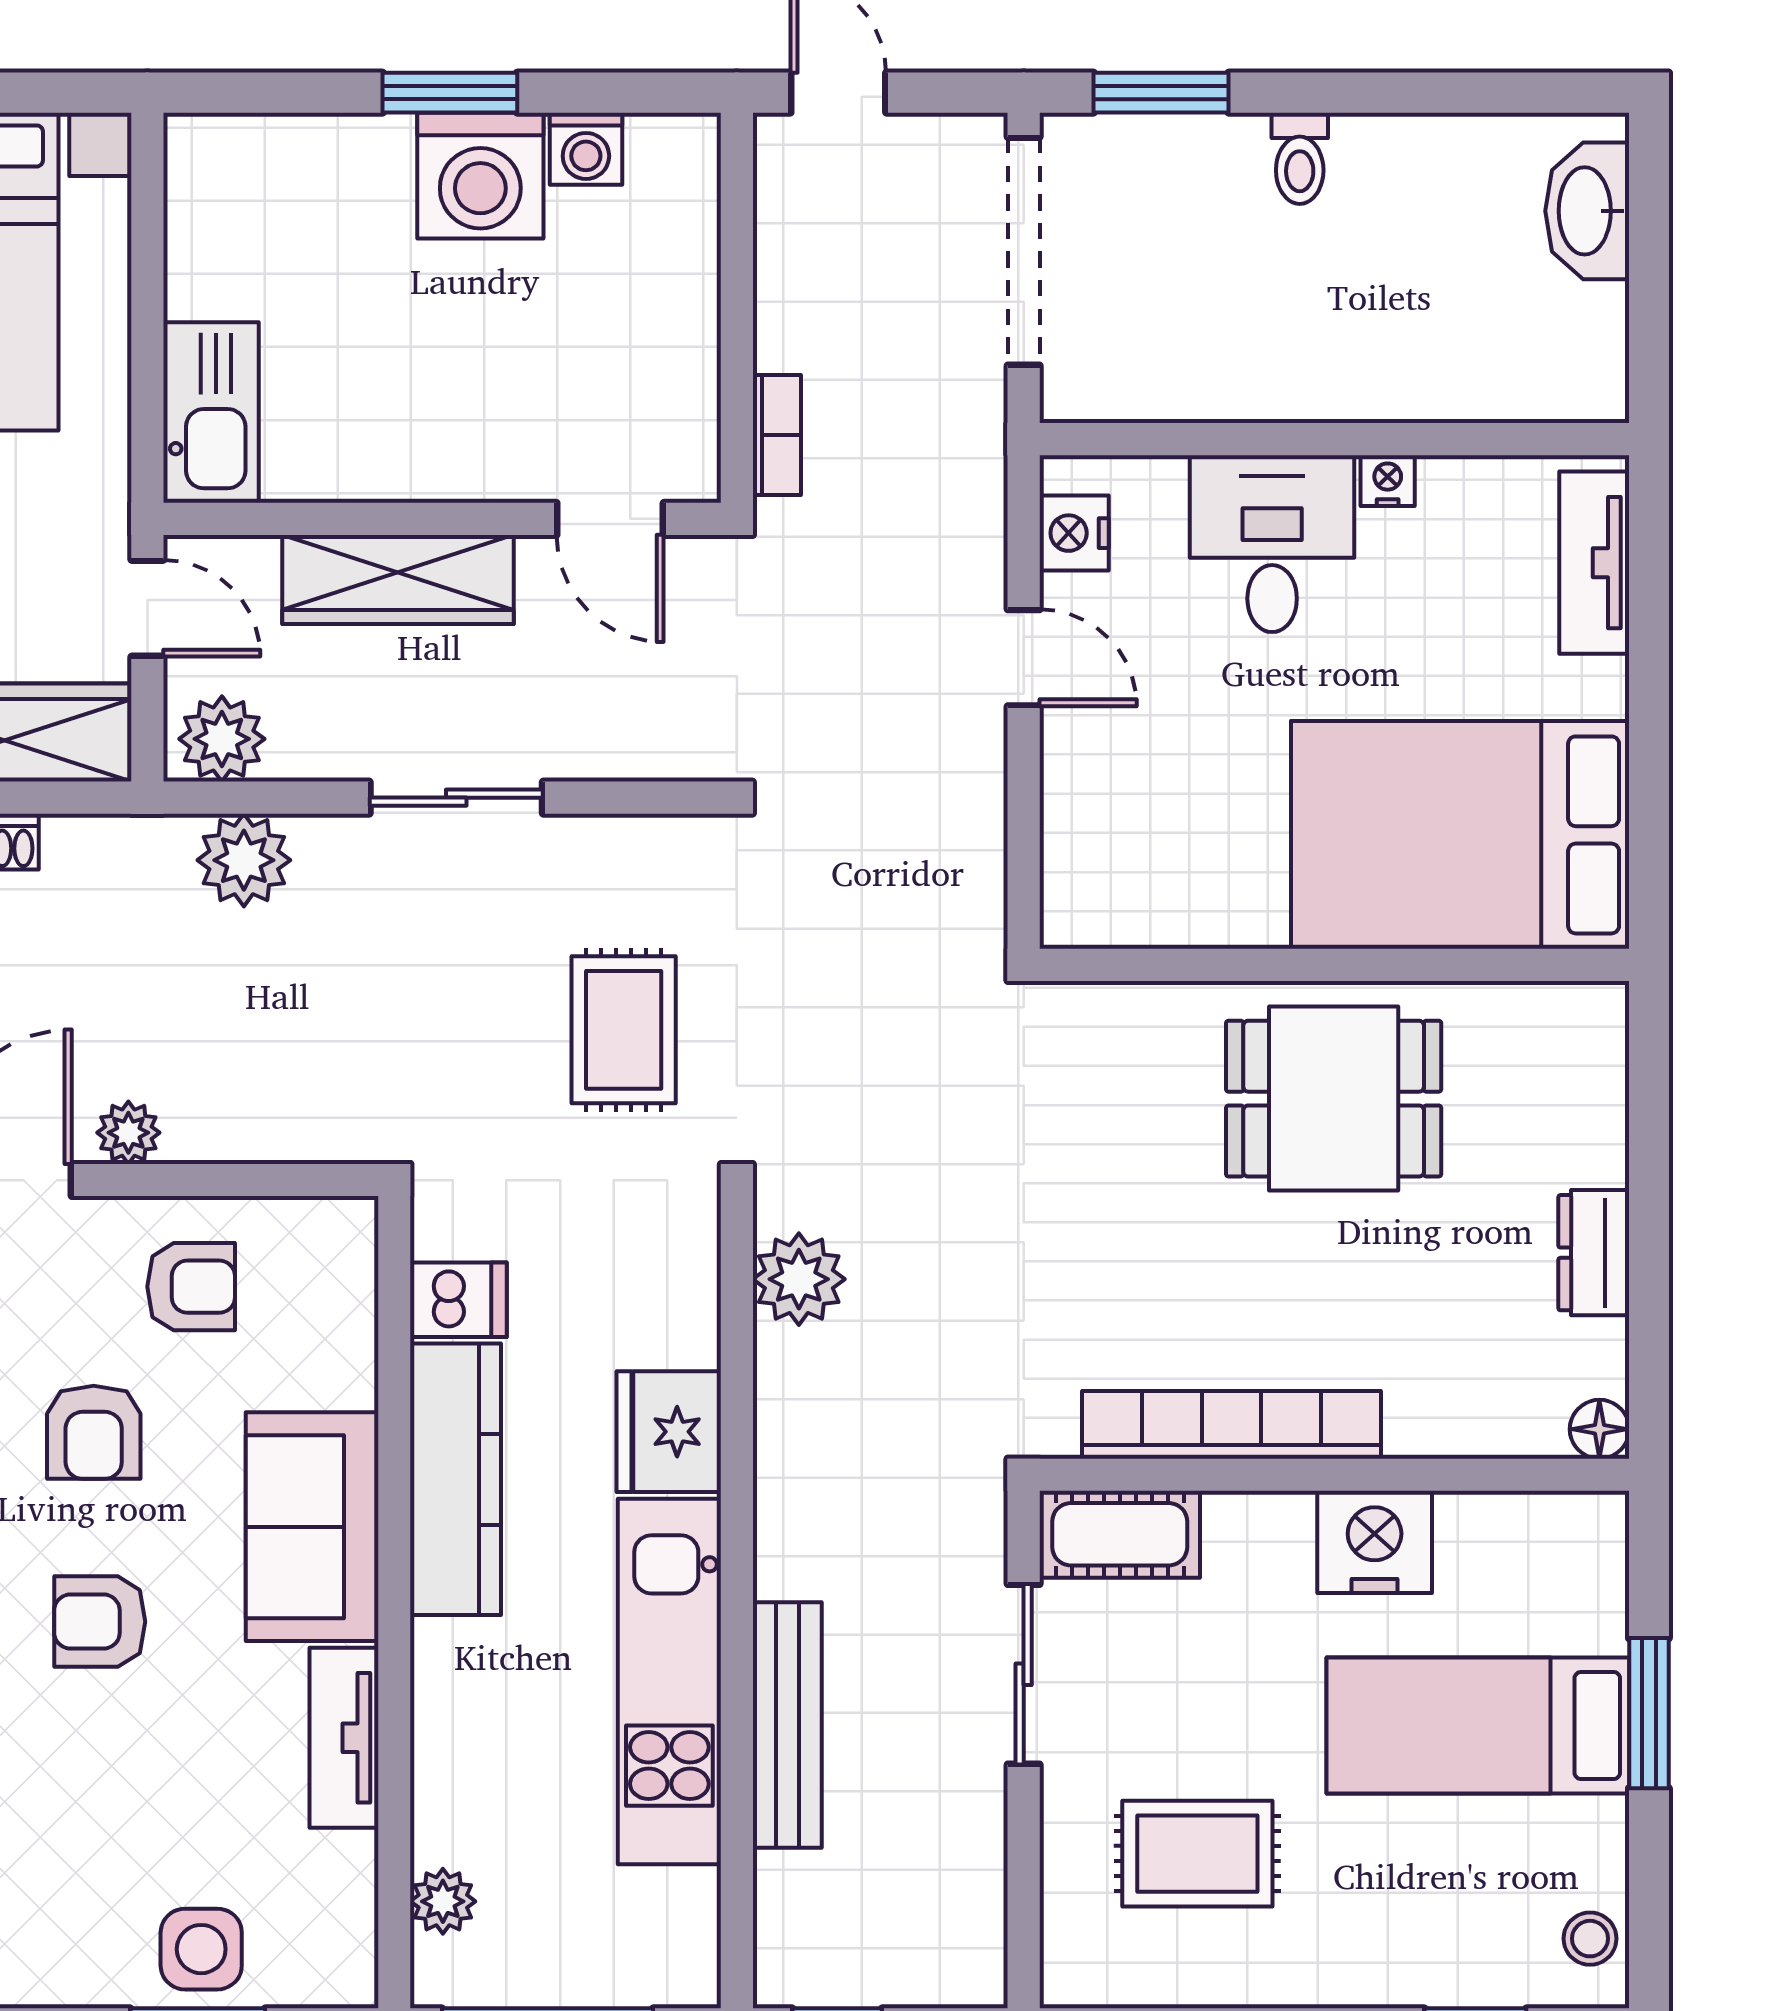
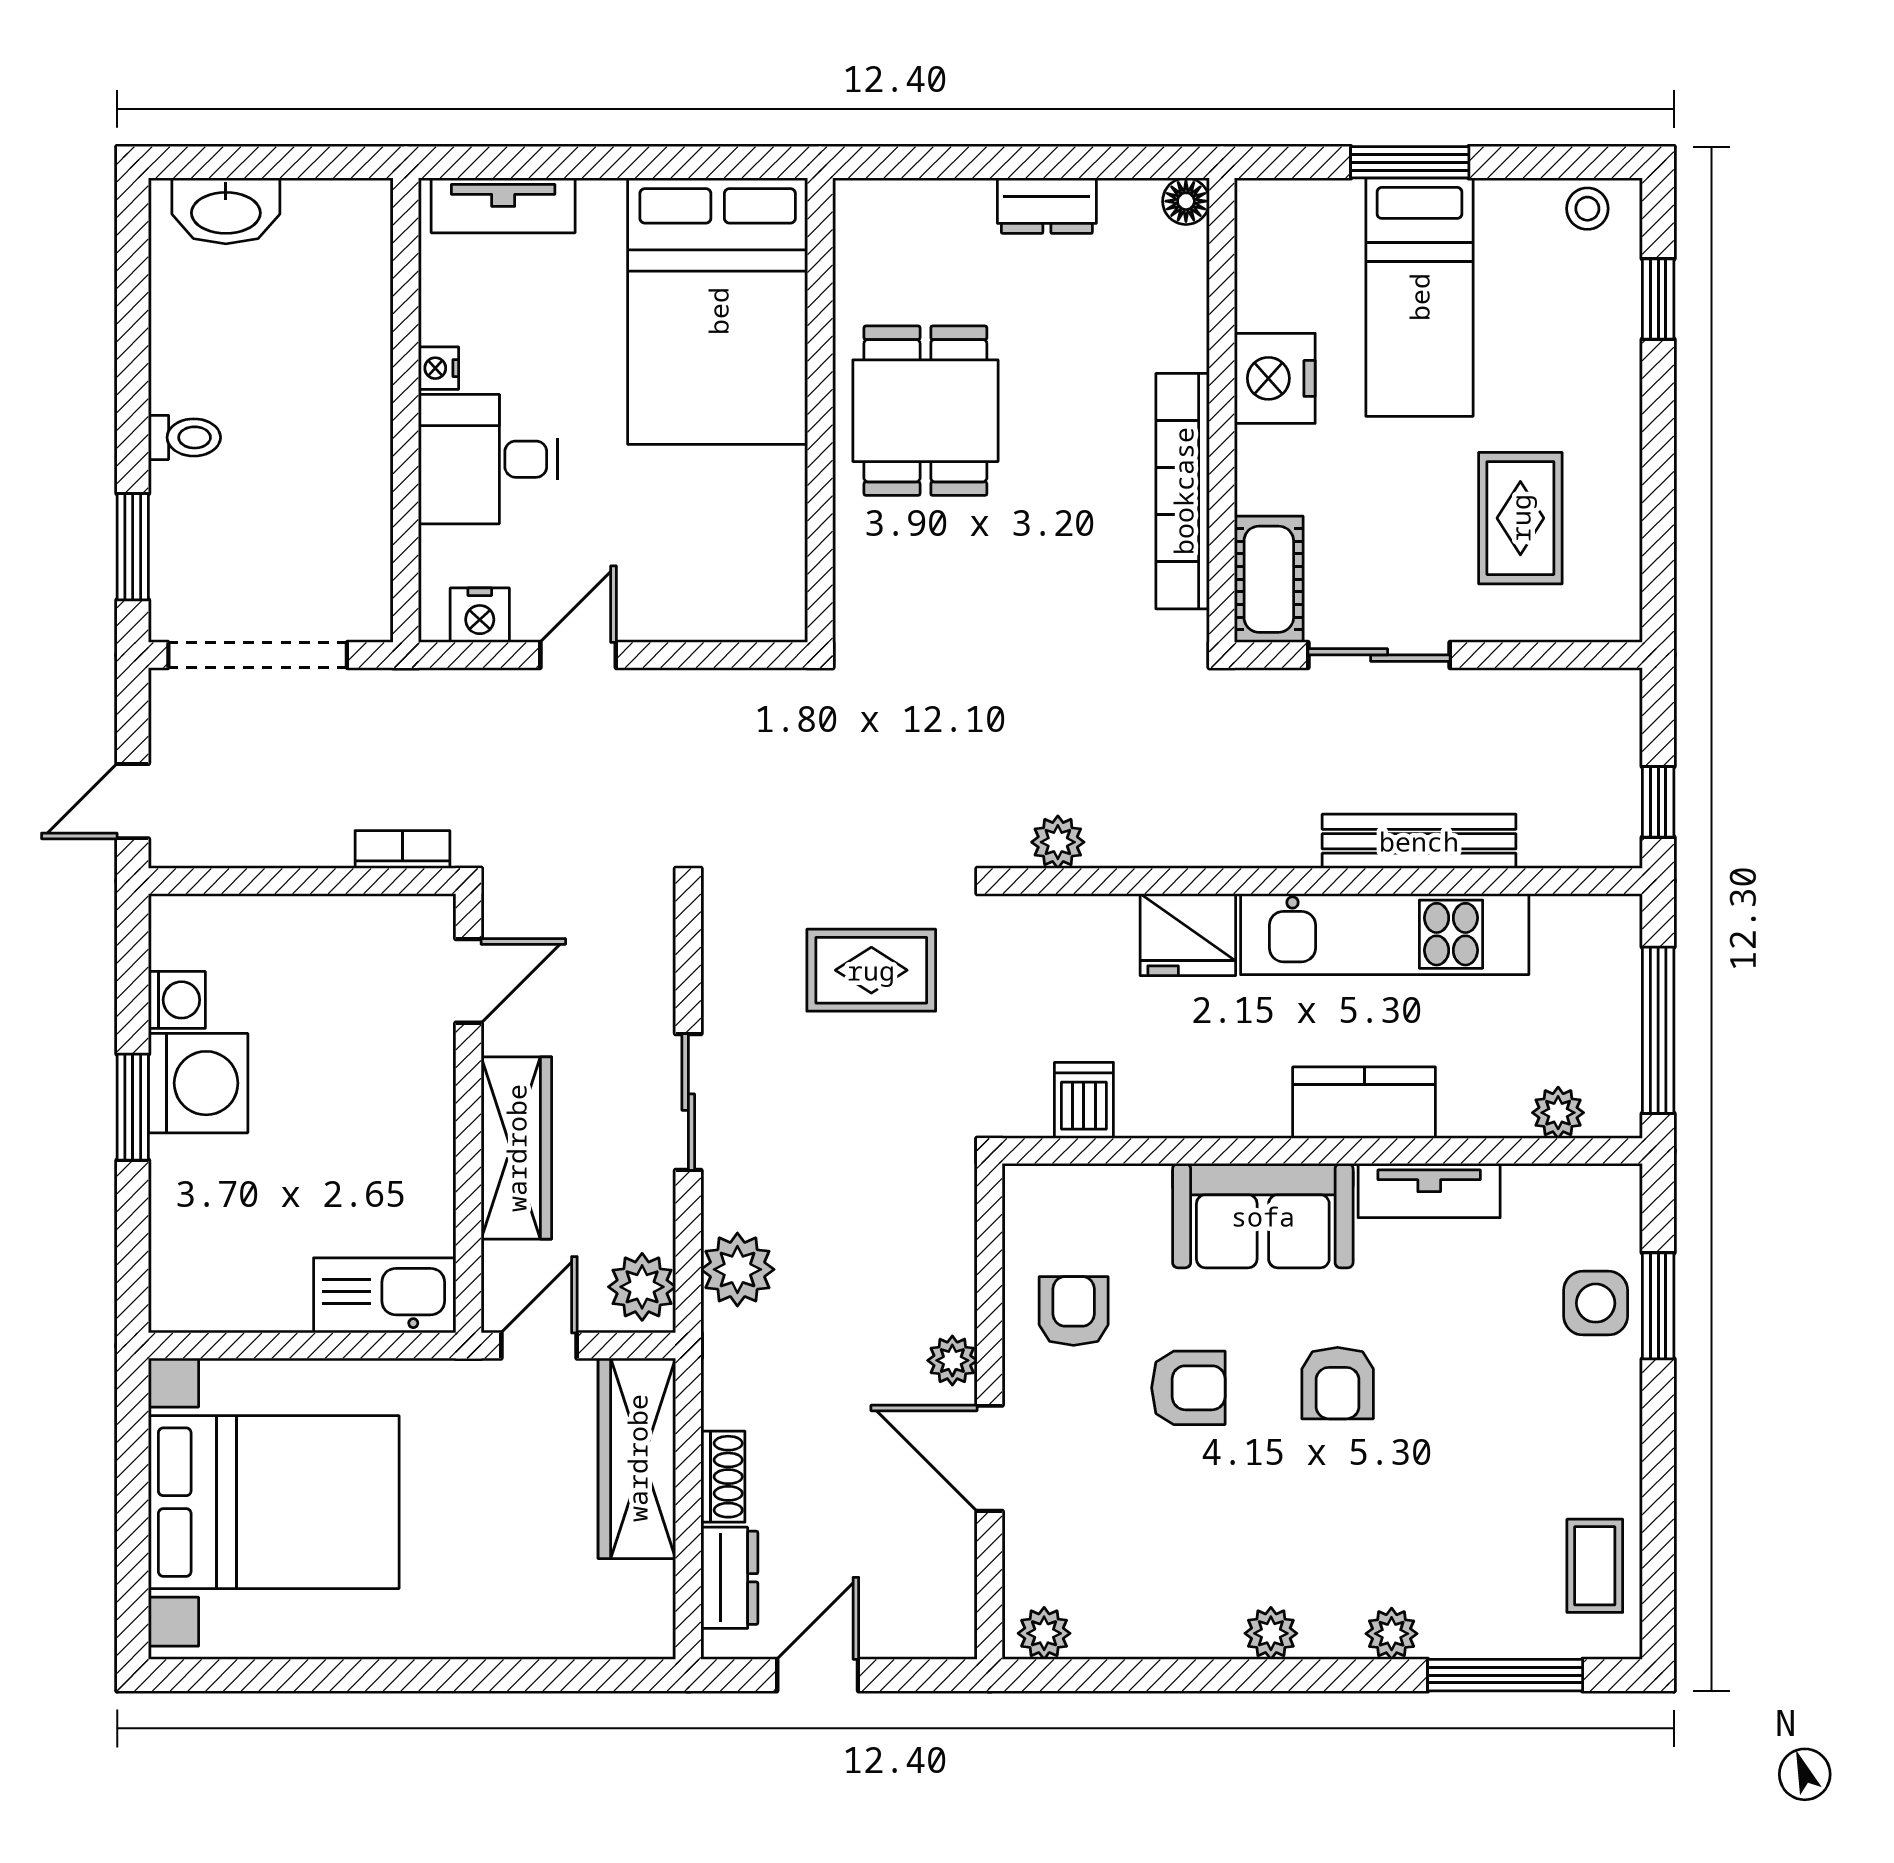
plant: (799, 1279) -> (1058, 842), width x0.73, depth x0.73
kitchen counter: (456, 1479) -> (1364, 1103), moved, width x0.67

